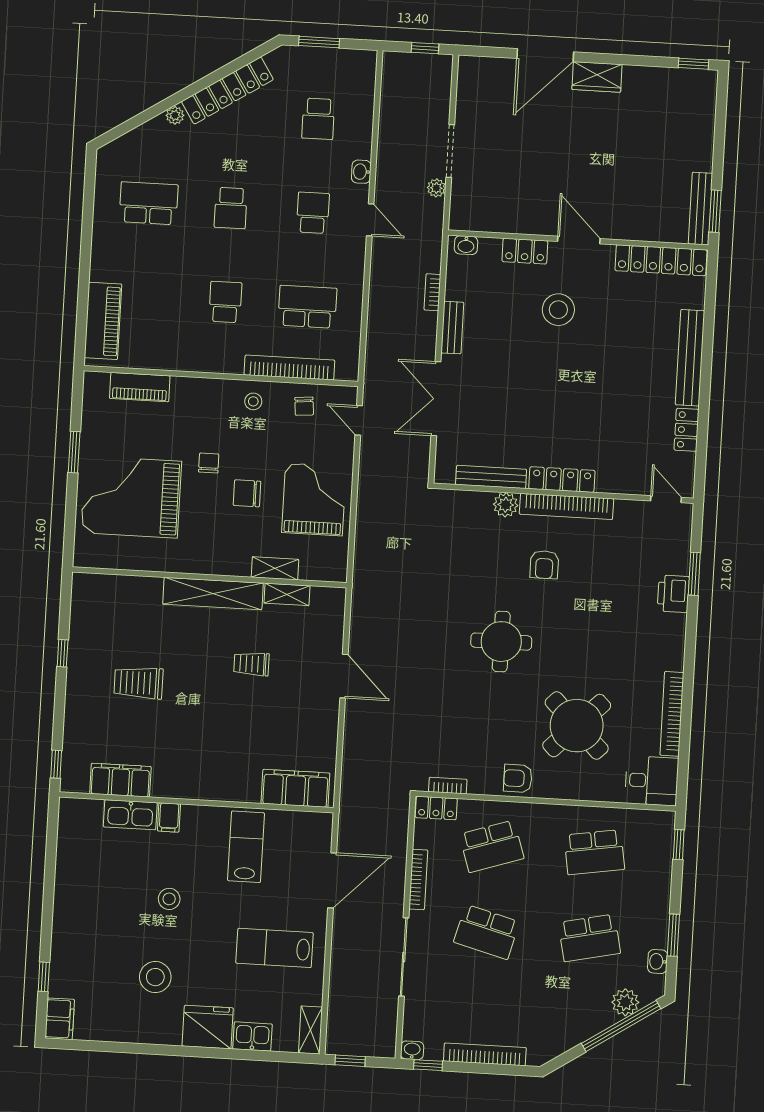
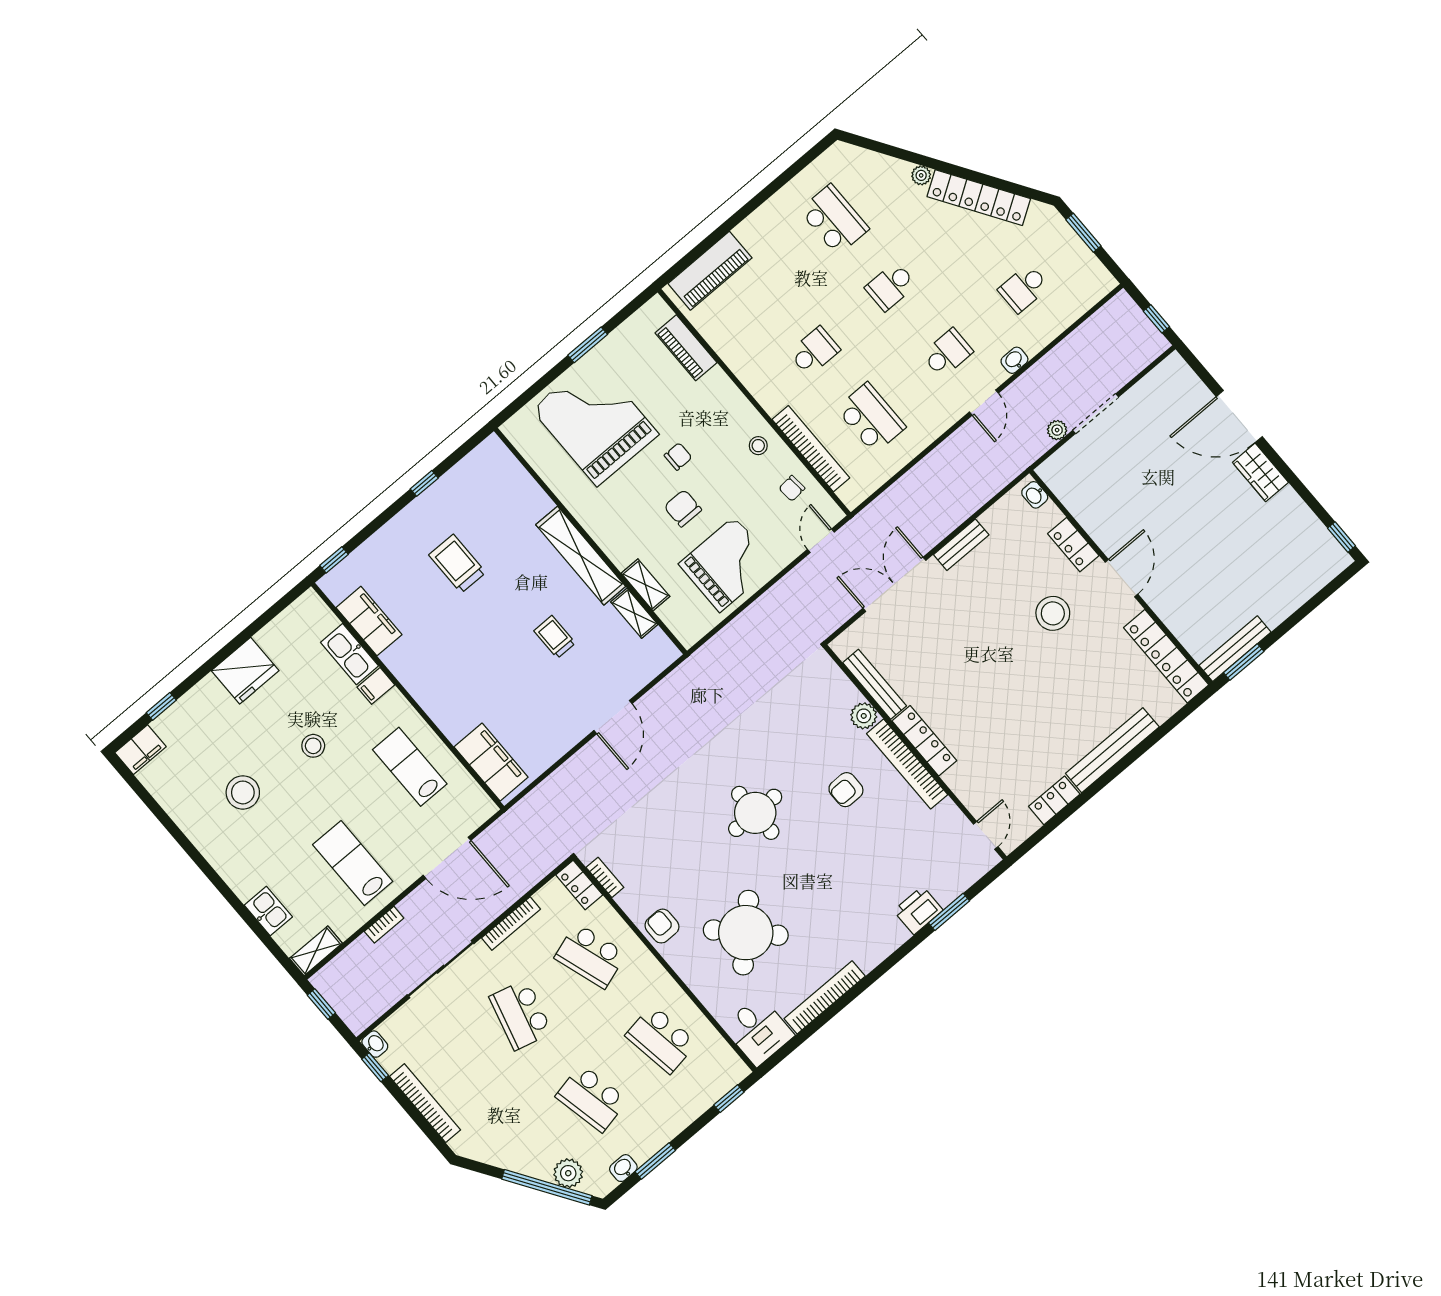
bookcase: (432, 292) -> (384, 925), moved, turned 180
lab bench: (246, 847) -> (410, 767), turned -90
fridge: (208, 1027) -> (245, 671), moved, turned 90

